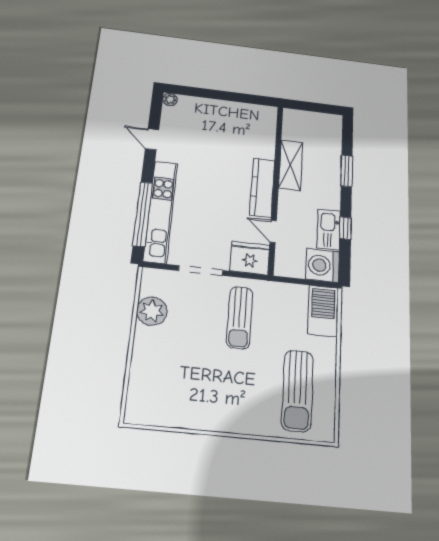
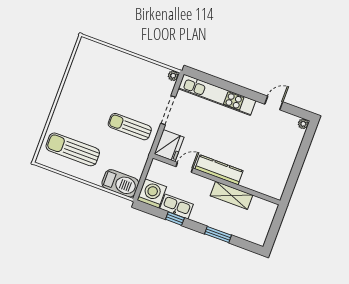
window: (143, 214) -> (218, 82), removed
plant: (152, 311) -> (173, 76), moved, width x0.53, depth x0.53

